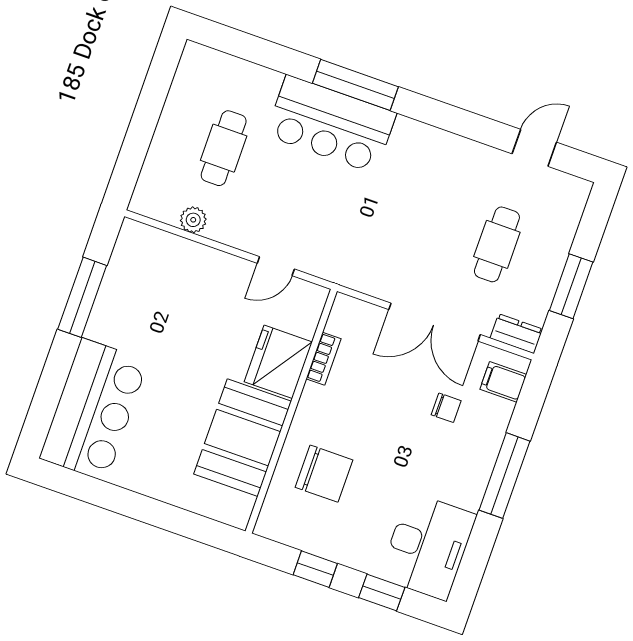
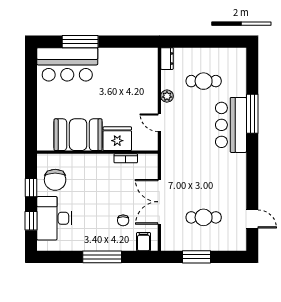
window: (355, 85) -> (252, 114), moved
plant: (193, 220) -> (167, 96), moved
window: (82, 297) -> (80, 42), moved
dresser: (516, 334) -> (167, 59), moved
chair: (324, 474) -> (55, 180), moved
desk: (428, 546) -> (54, 218), moved, turned 90

